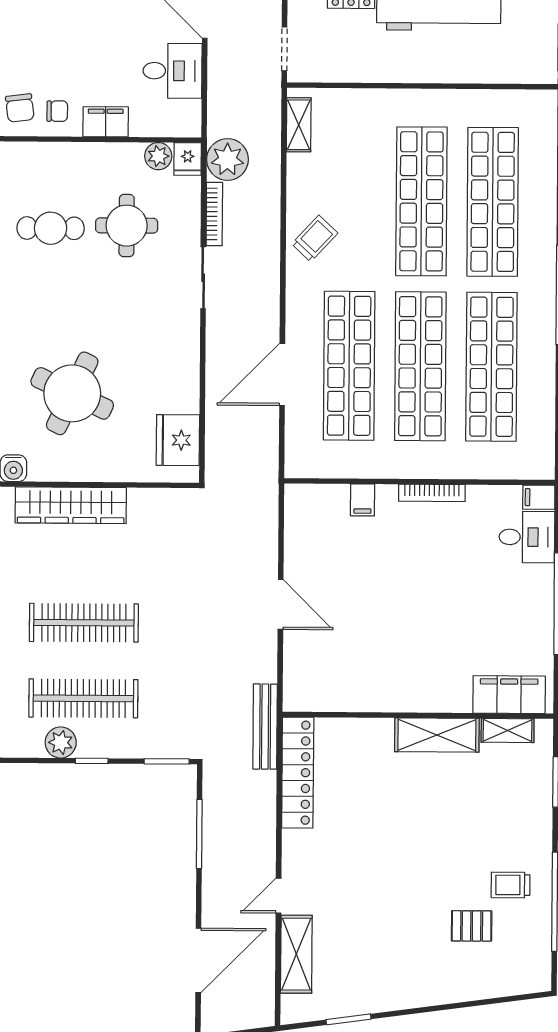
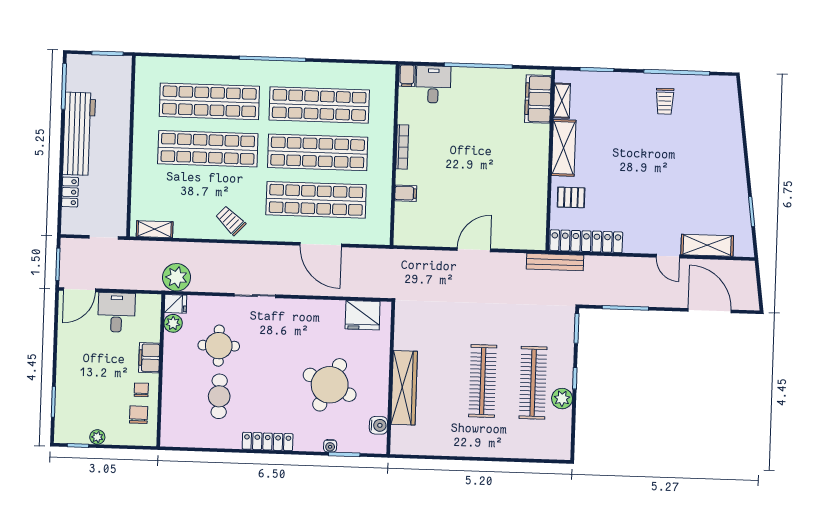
chair: (20, 108) -> (139, 415), turned -83
bookcase: (214, 214) -> (213, 287), removed
pallet: (472, 926) -> (571, 197), moved, turned 90

